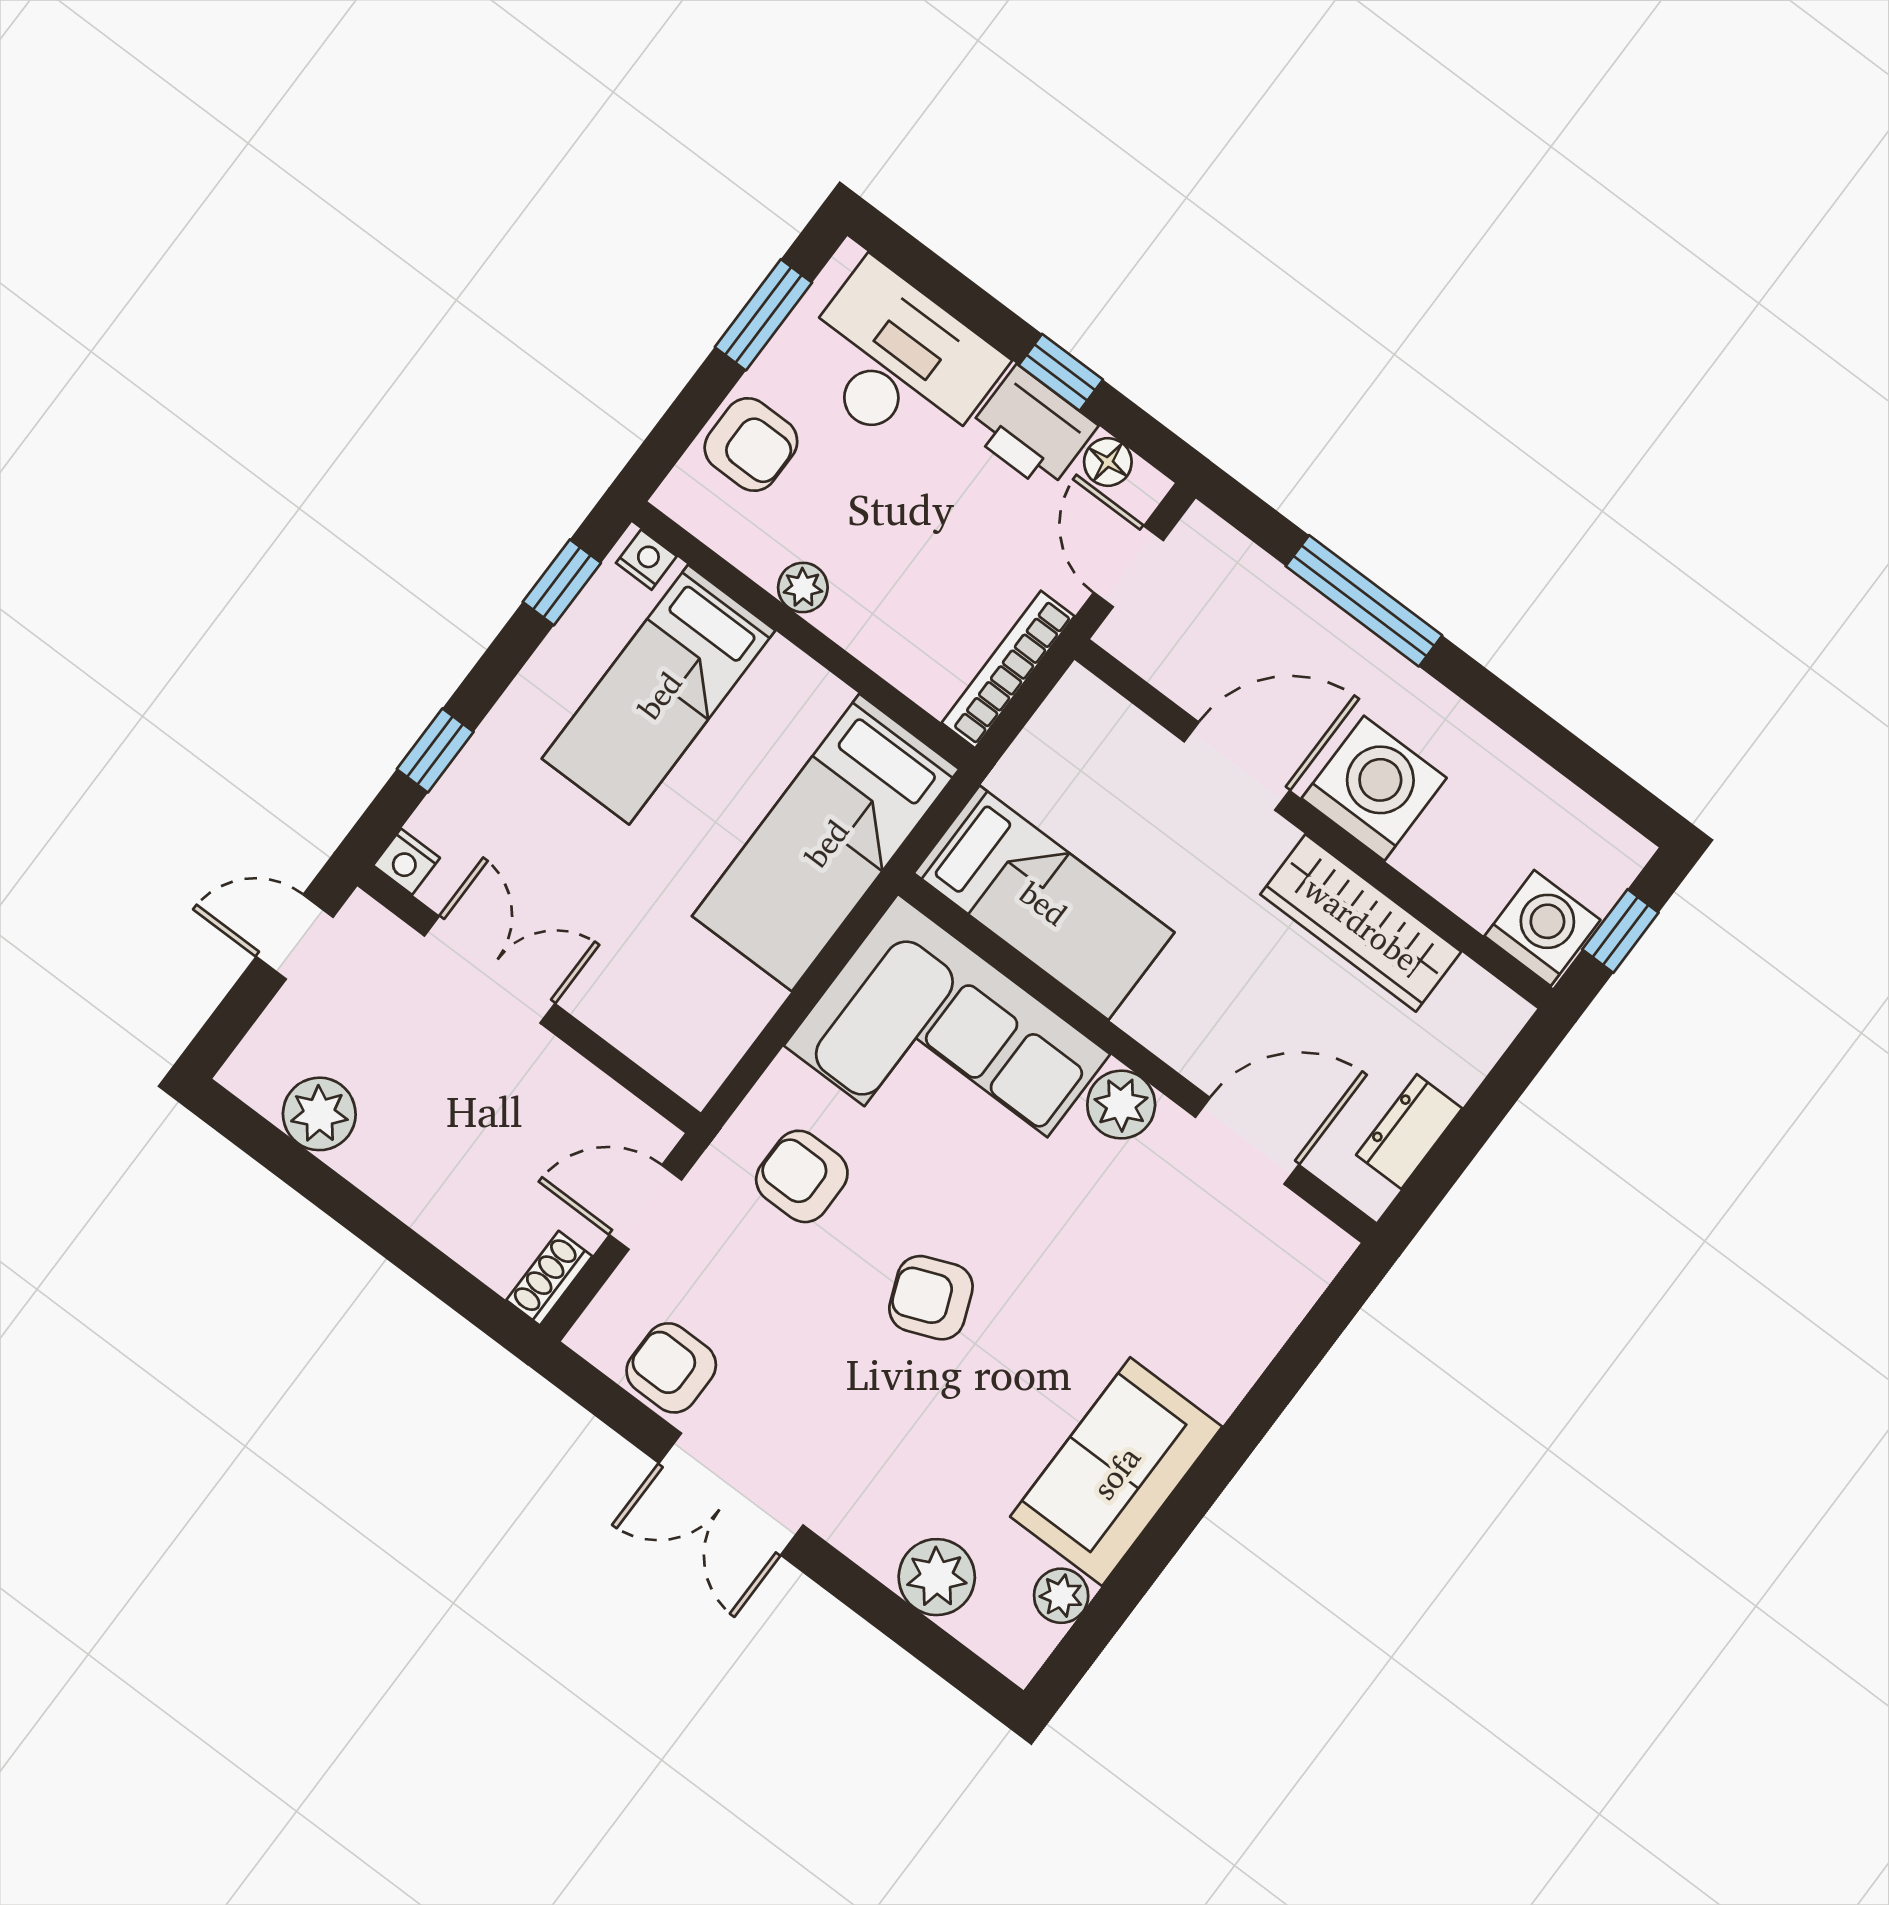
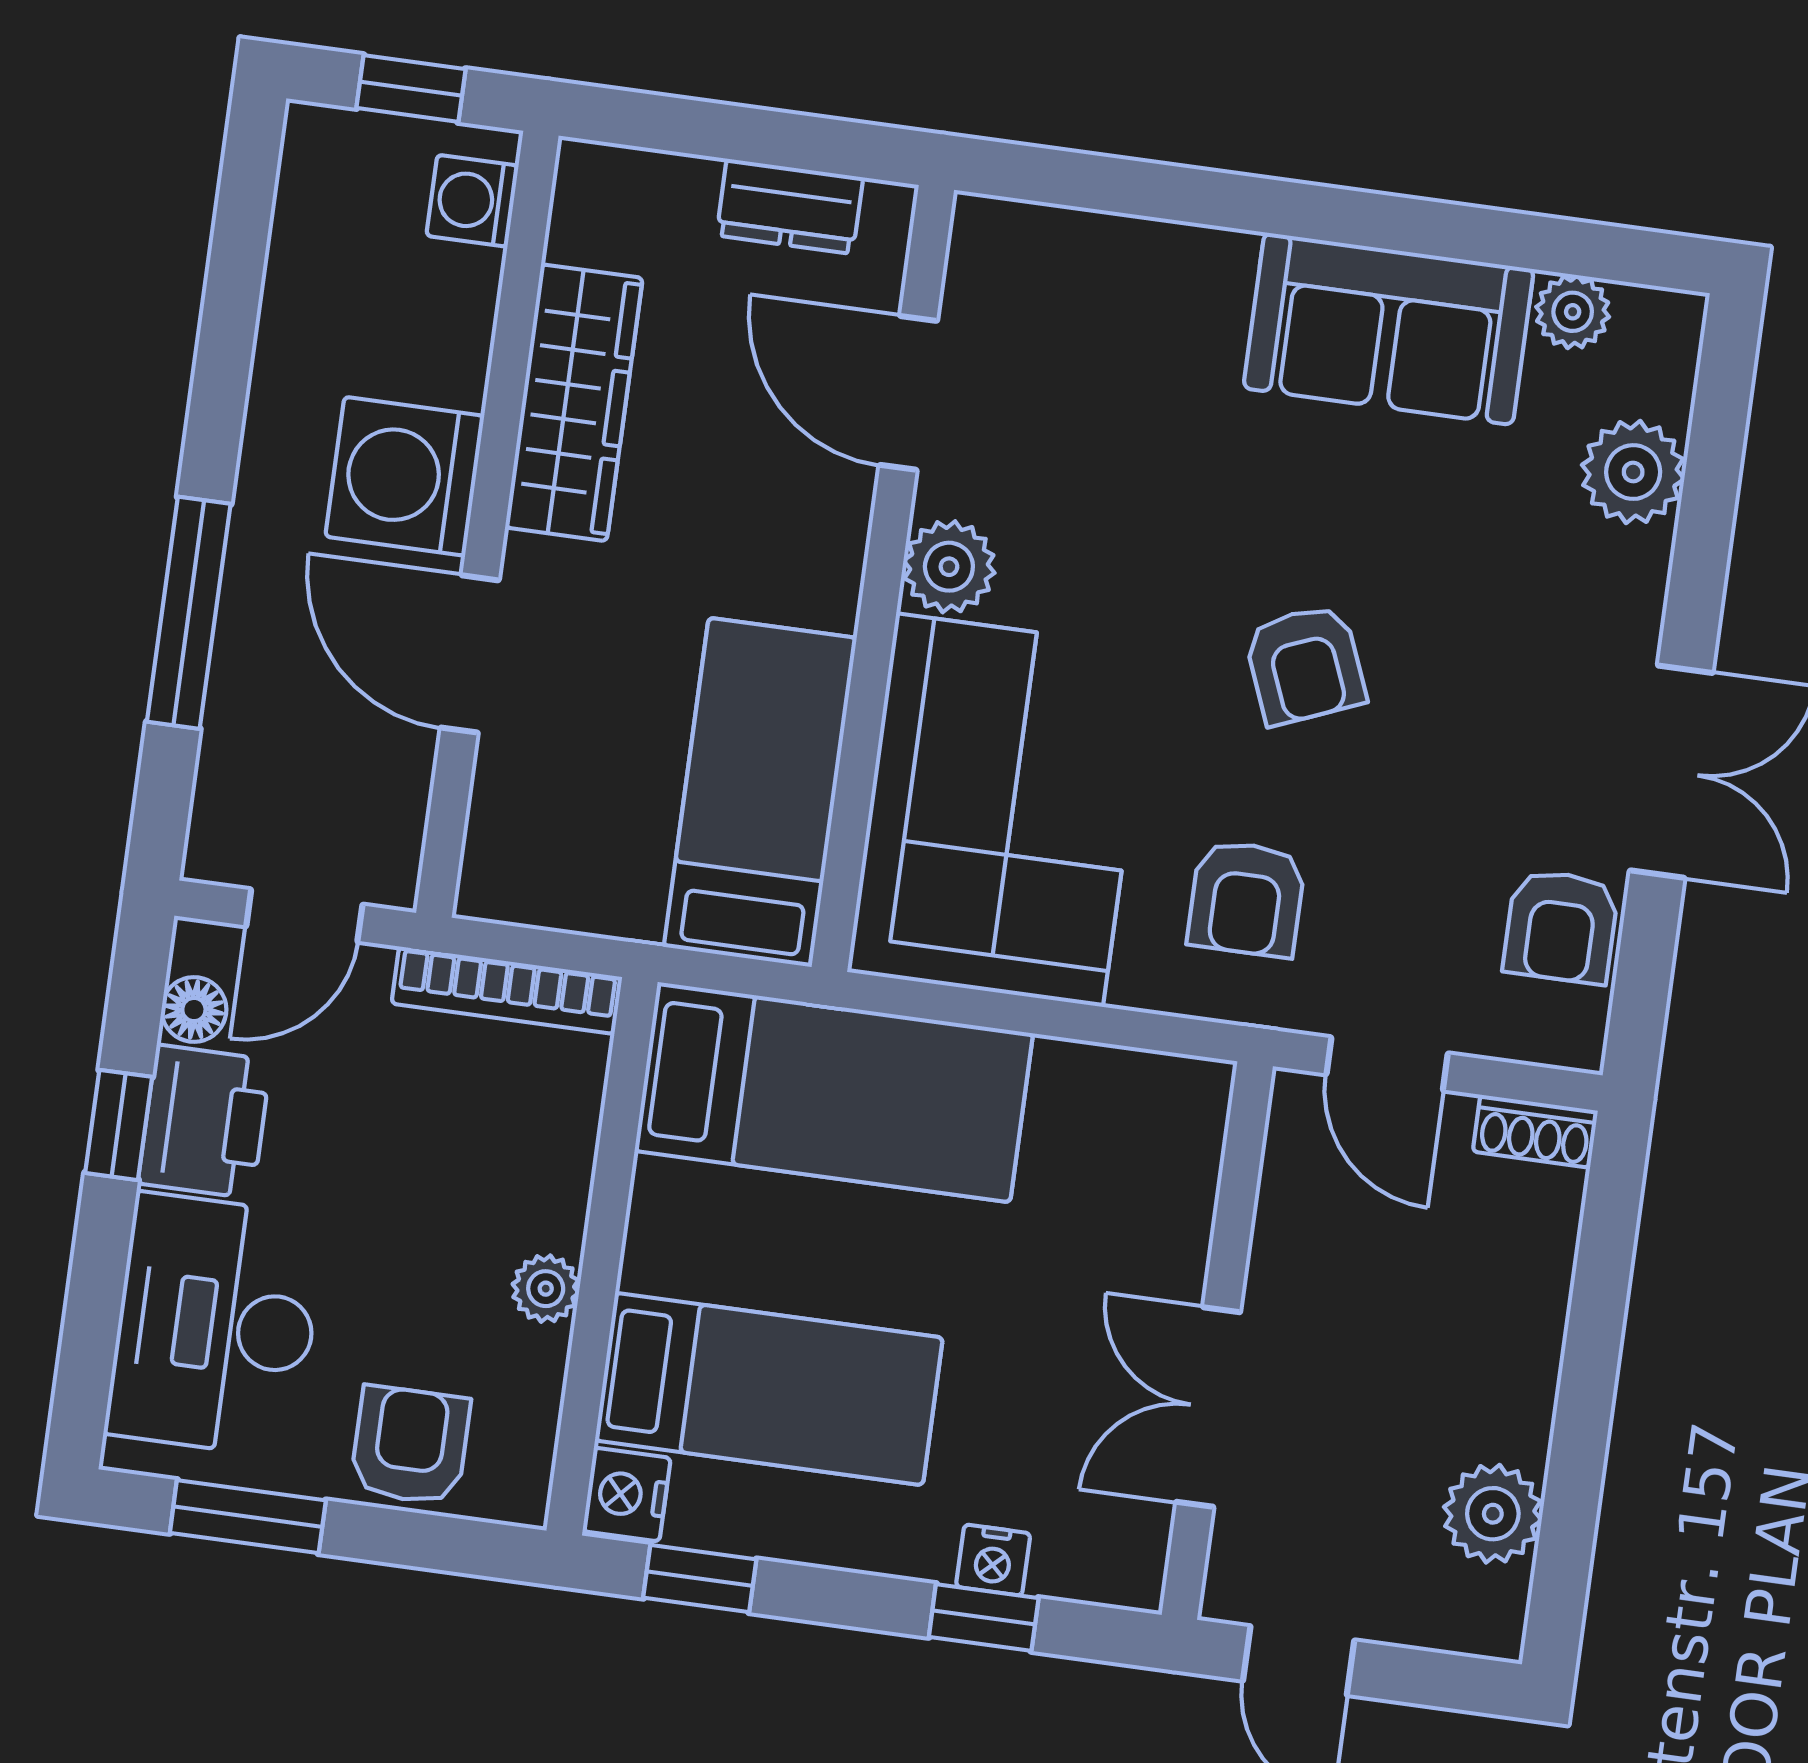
nightstand: (646, 560) -> (627, 1495), width x1.39, depth x1.35
nightstand: (407, 862) -> (993, 1560), moved, turned 90
washing machine: (1542, 928) -> (472, 201), width x0.73, depth x0.73

